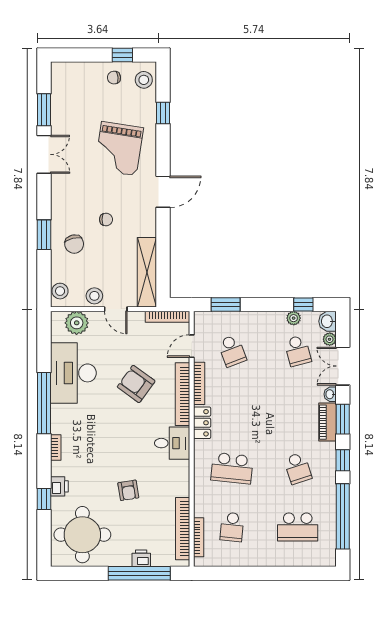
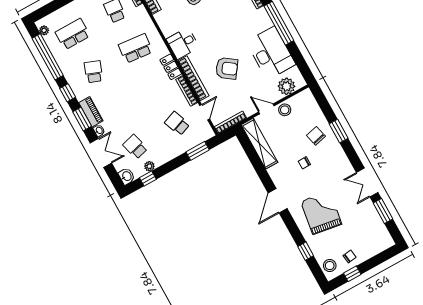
stool: (60, 291) -> (308, 101), removed
plant: (330, 339) -> (44, 30), moved
school desk: (298, 468) -> (94, 72), turned 39

